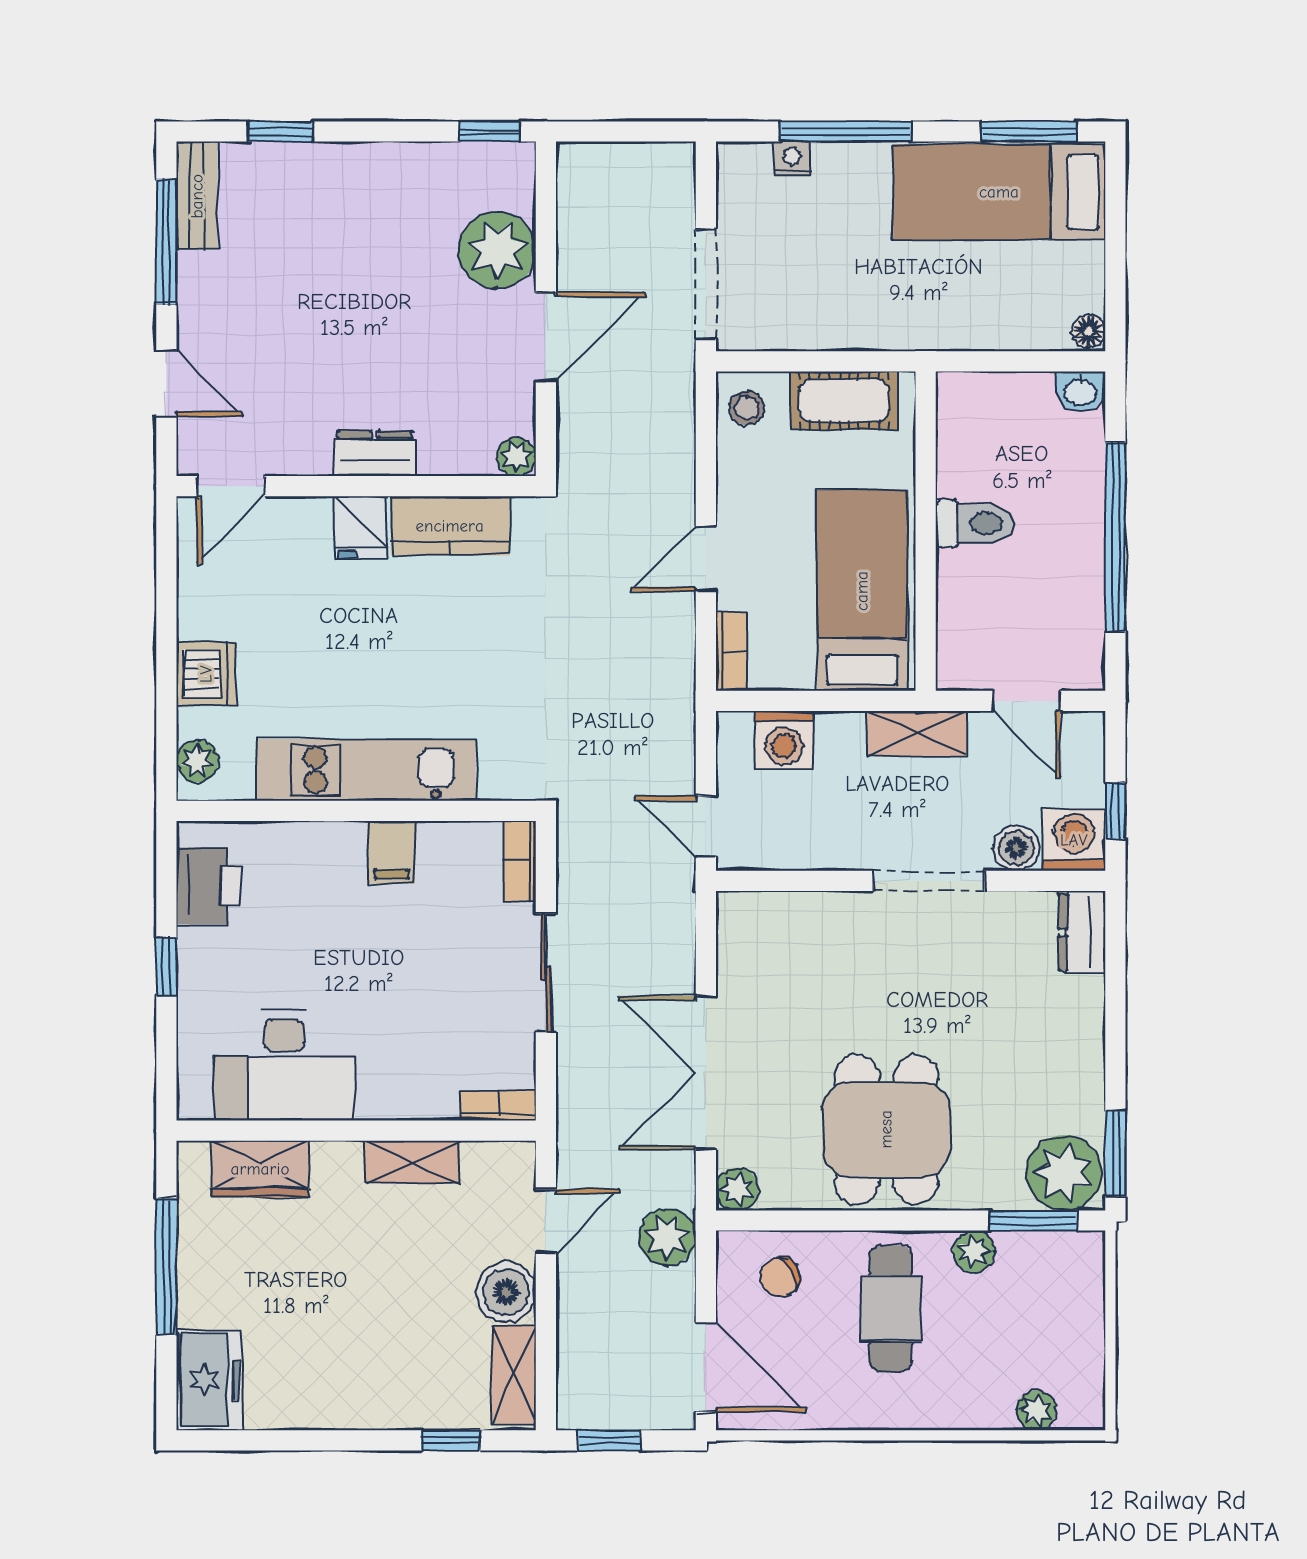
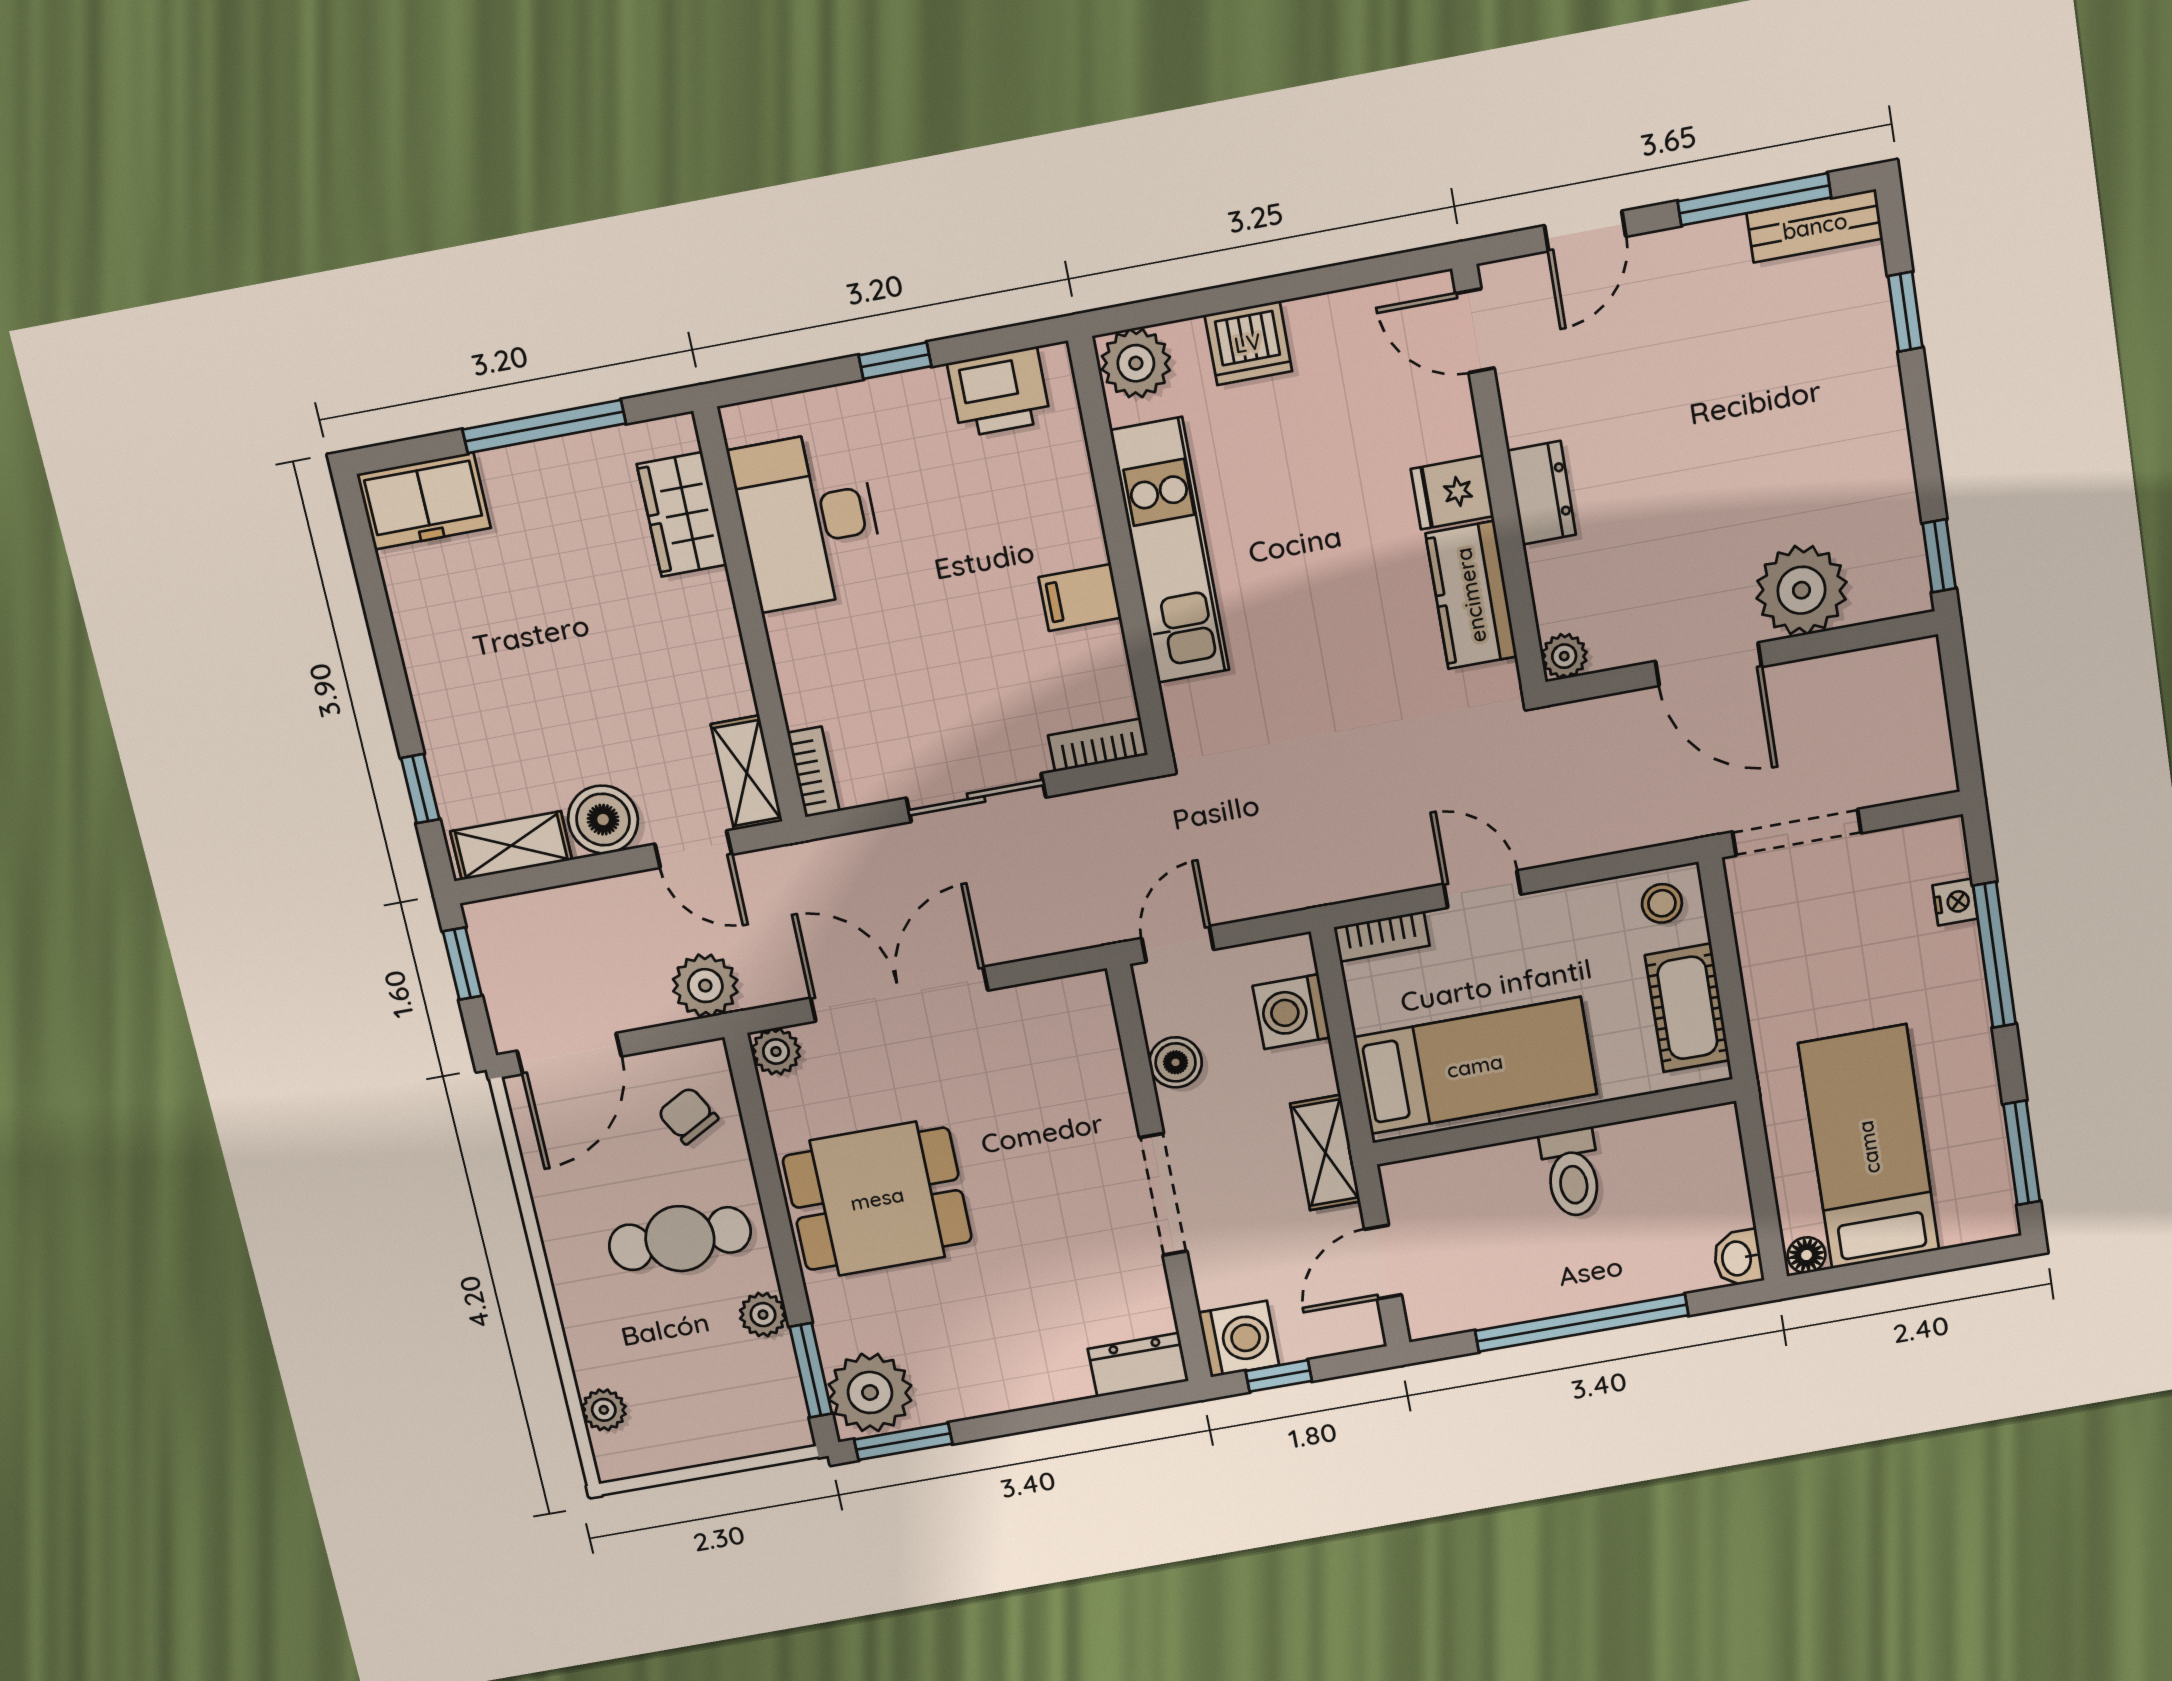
bed: (999, 192) -> (1869, 1147), moved
plant: (197, 761) -> (1136, 363), width x1.38, depth x1.38
boiler: (1016, 848) -> (1176, 1062), moved
shelving: (412, 1162) -> (747, 773), moved

